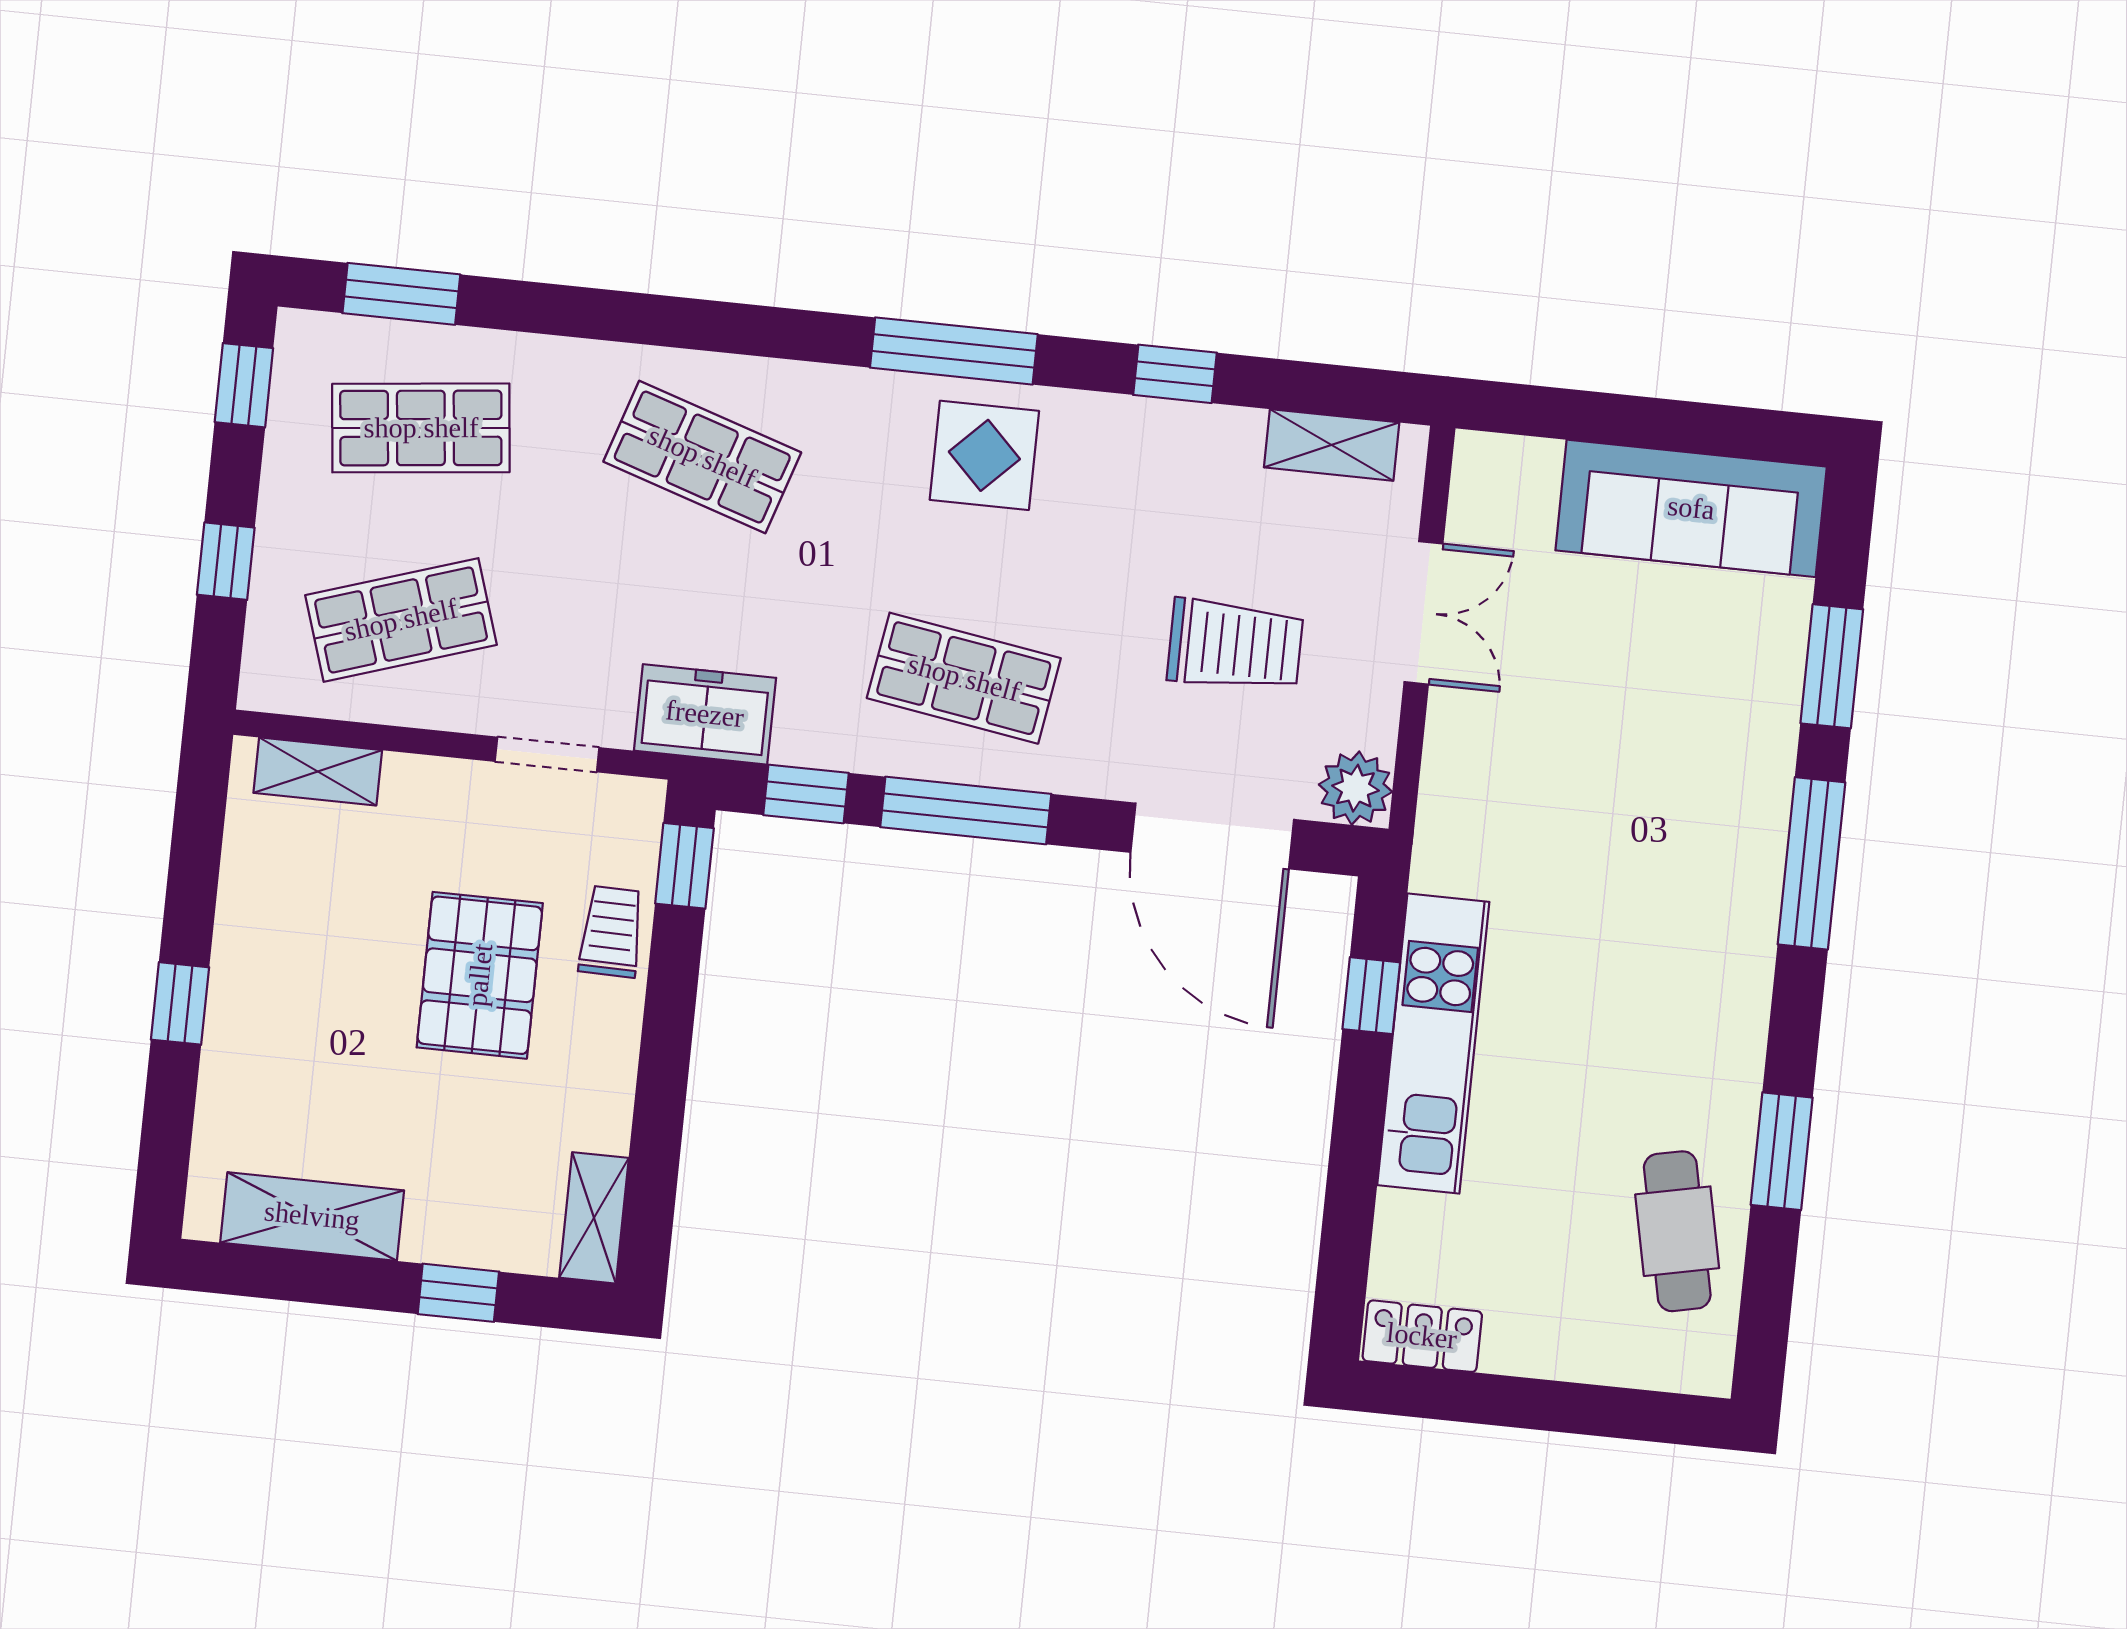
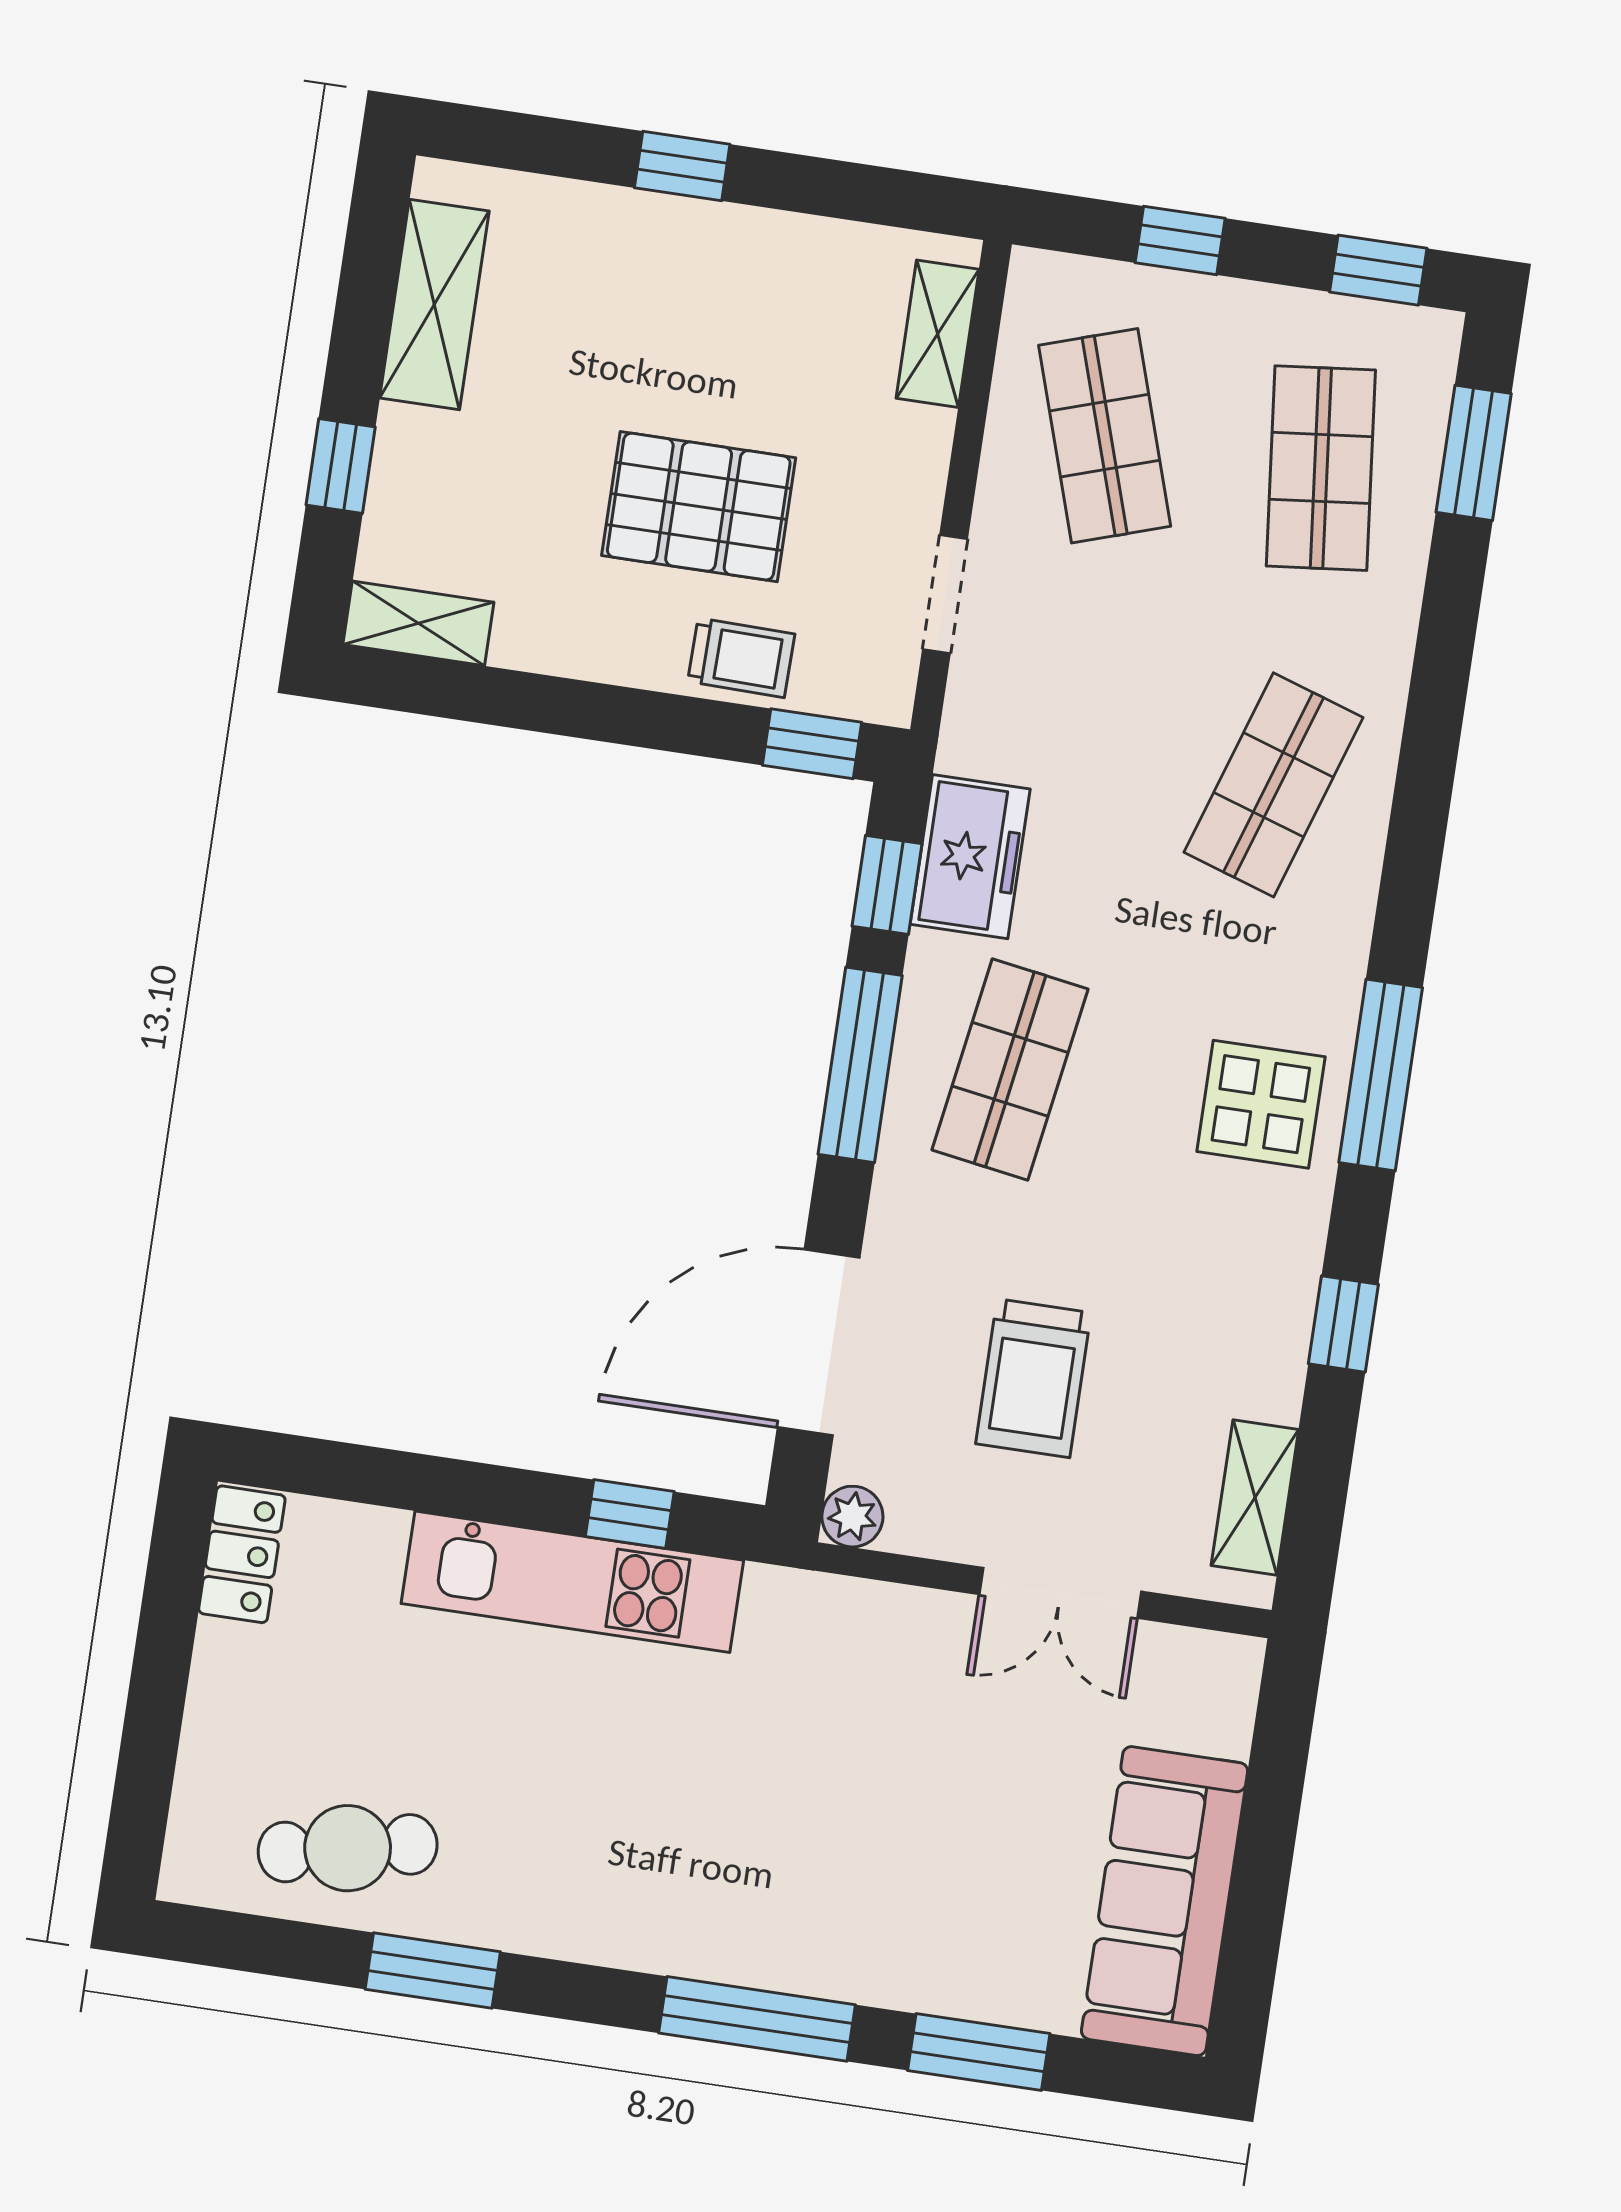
freezer: (705, 714) -> (970, 857), moved
plant: (1355, 788) -> (852, 1517), width x0.73, depth x0.73

